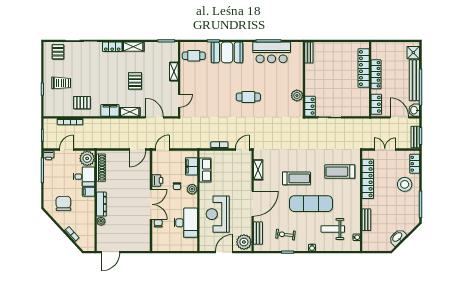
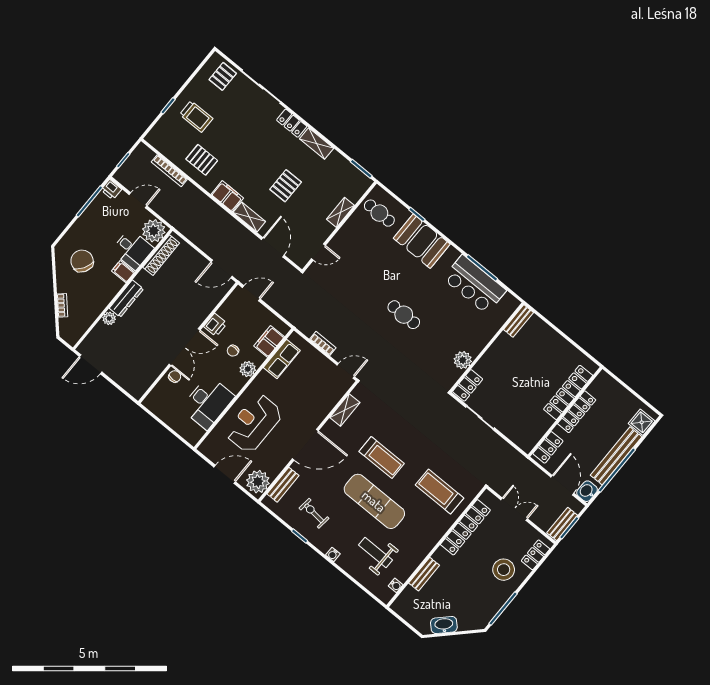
chair: (63, 203) -> (82, 261), turned -58

